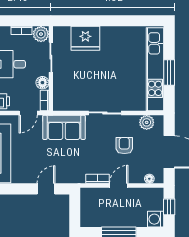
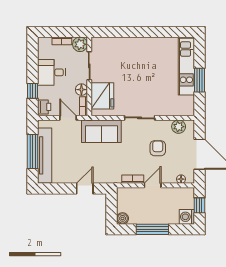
fridge: (85, 38) -> (102, 96), moved, turned -90
kitchen unit: (155, 69) -> (186, 67), width x0.73
door: (28, 113) -> (68, 118), swing flipped
boiler: (87, 221) -> (122, 218), added

